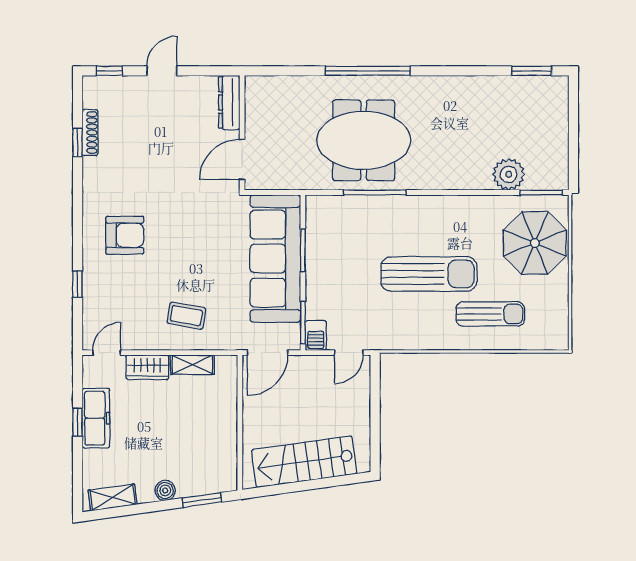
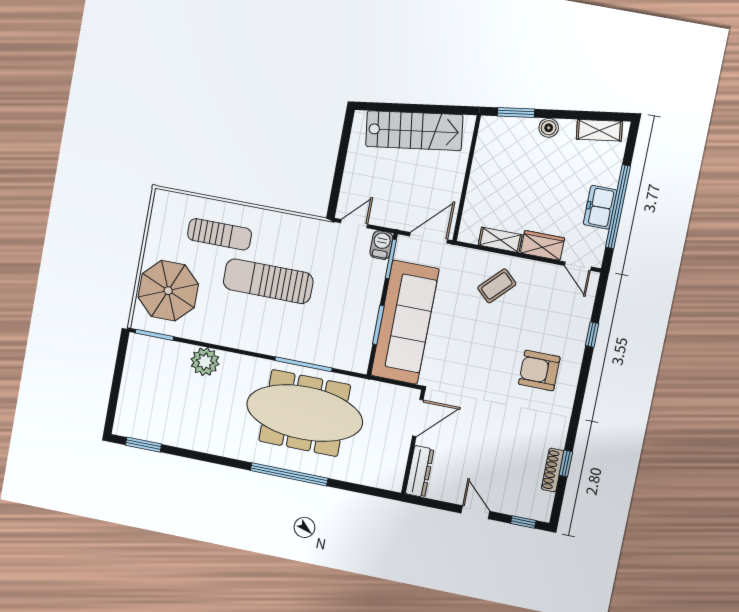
door: (162, 71) -> (475, 512), swing flipped
meeting table: (364, 140) -> (305, 413), width x1.36
plant: (509, 174) -> (205, 362), moved
sun lounger: (490, 314) -> (219, 234), turned 180
coffee table: (186, 316) -> (497, 286), turned -56
door: (107, 353) -> (578, 266), hinge flipped
freezer: (96, 418) -> (600, 207), width x0.71
window: (78, 422) -> (618, 207), width x3.17

